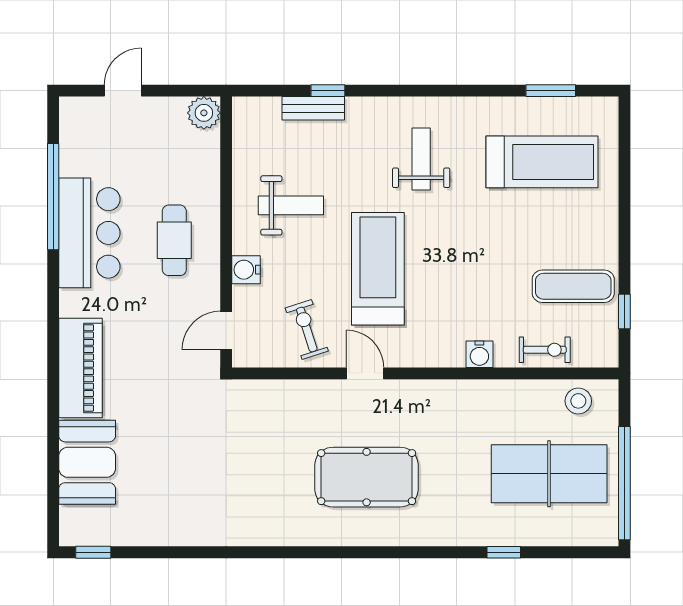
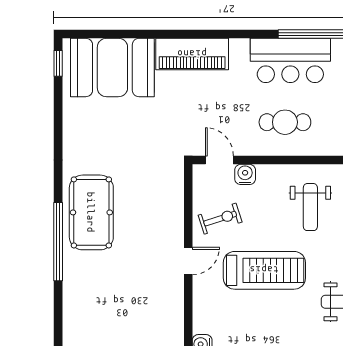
water cooler: (246, 270) -> (245, 174), moved
booth: (87, 462) -> (112, 68), width x1.36, depth x1.42
pool table: (367, 477) -> (91, 212), moved
window: (338, 552) -> (58, 242), added

